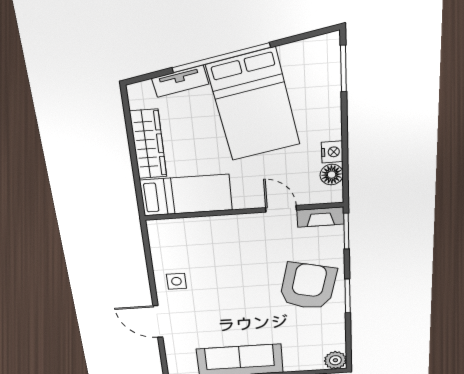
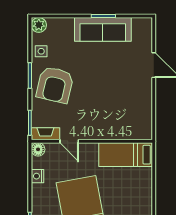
wardrobe: (148, 144) -> (144, 189), removed
floor lamp: (332, 175) -> (38, 149), moved
side table: (176, 281) -> (41, 51), moved

